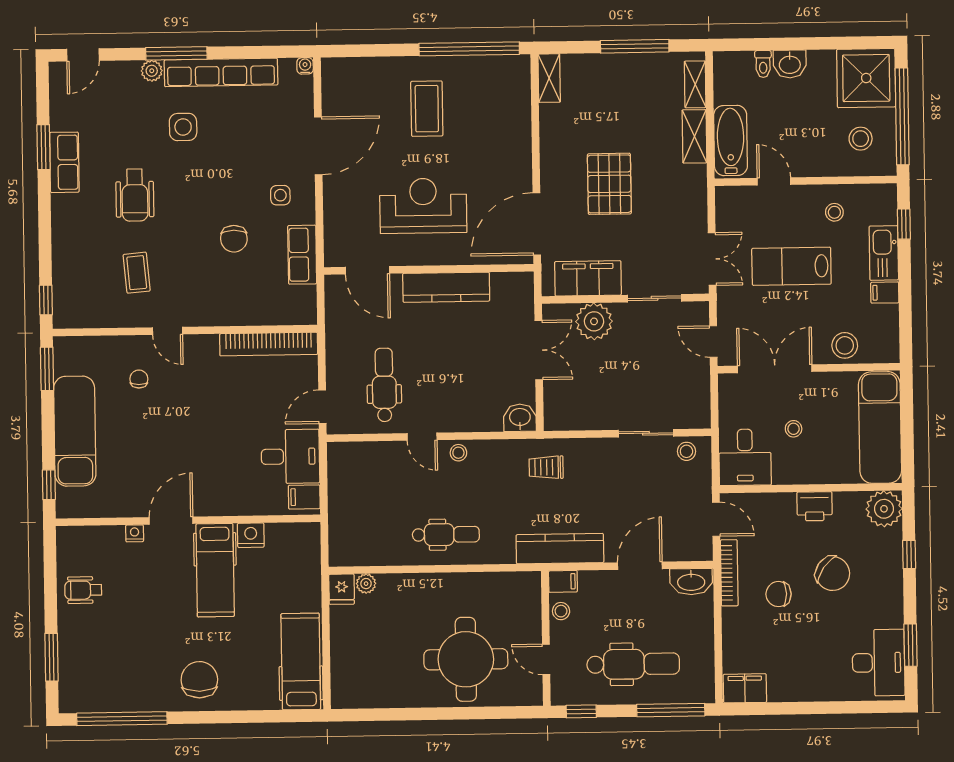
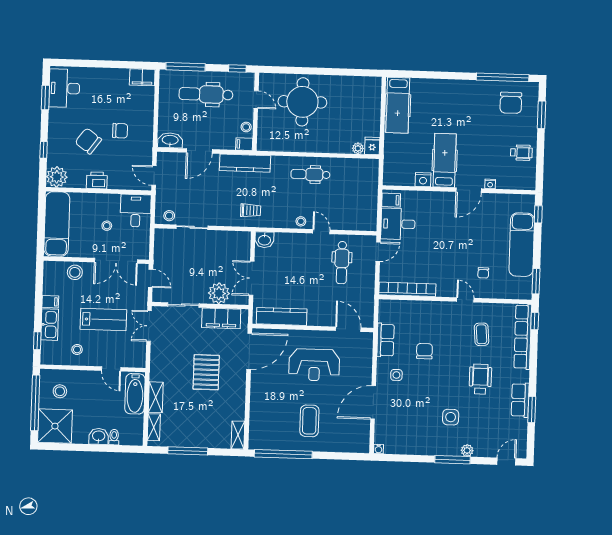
row of seats: (221, 72) -> (523, 337), moved, turned -90
kitchen counter: (446, 287) -> (282, 316), moved
bookcase: (729, 573) -> (148, 144), removed
chair: (199, 680) -> (511, 103), moved

